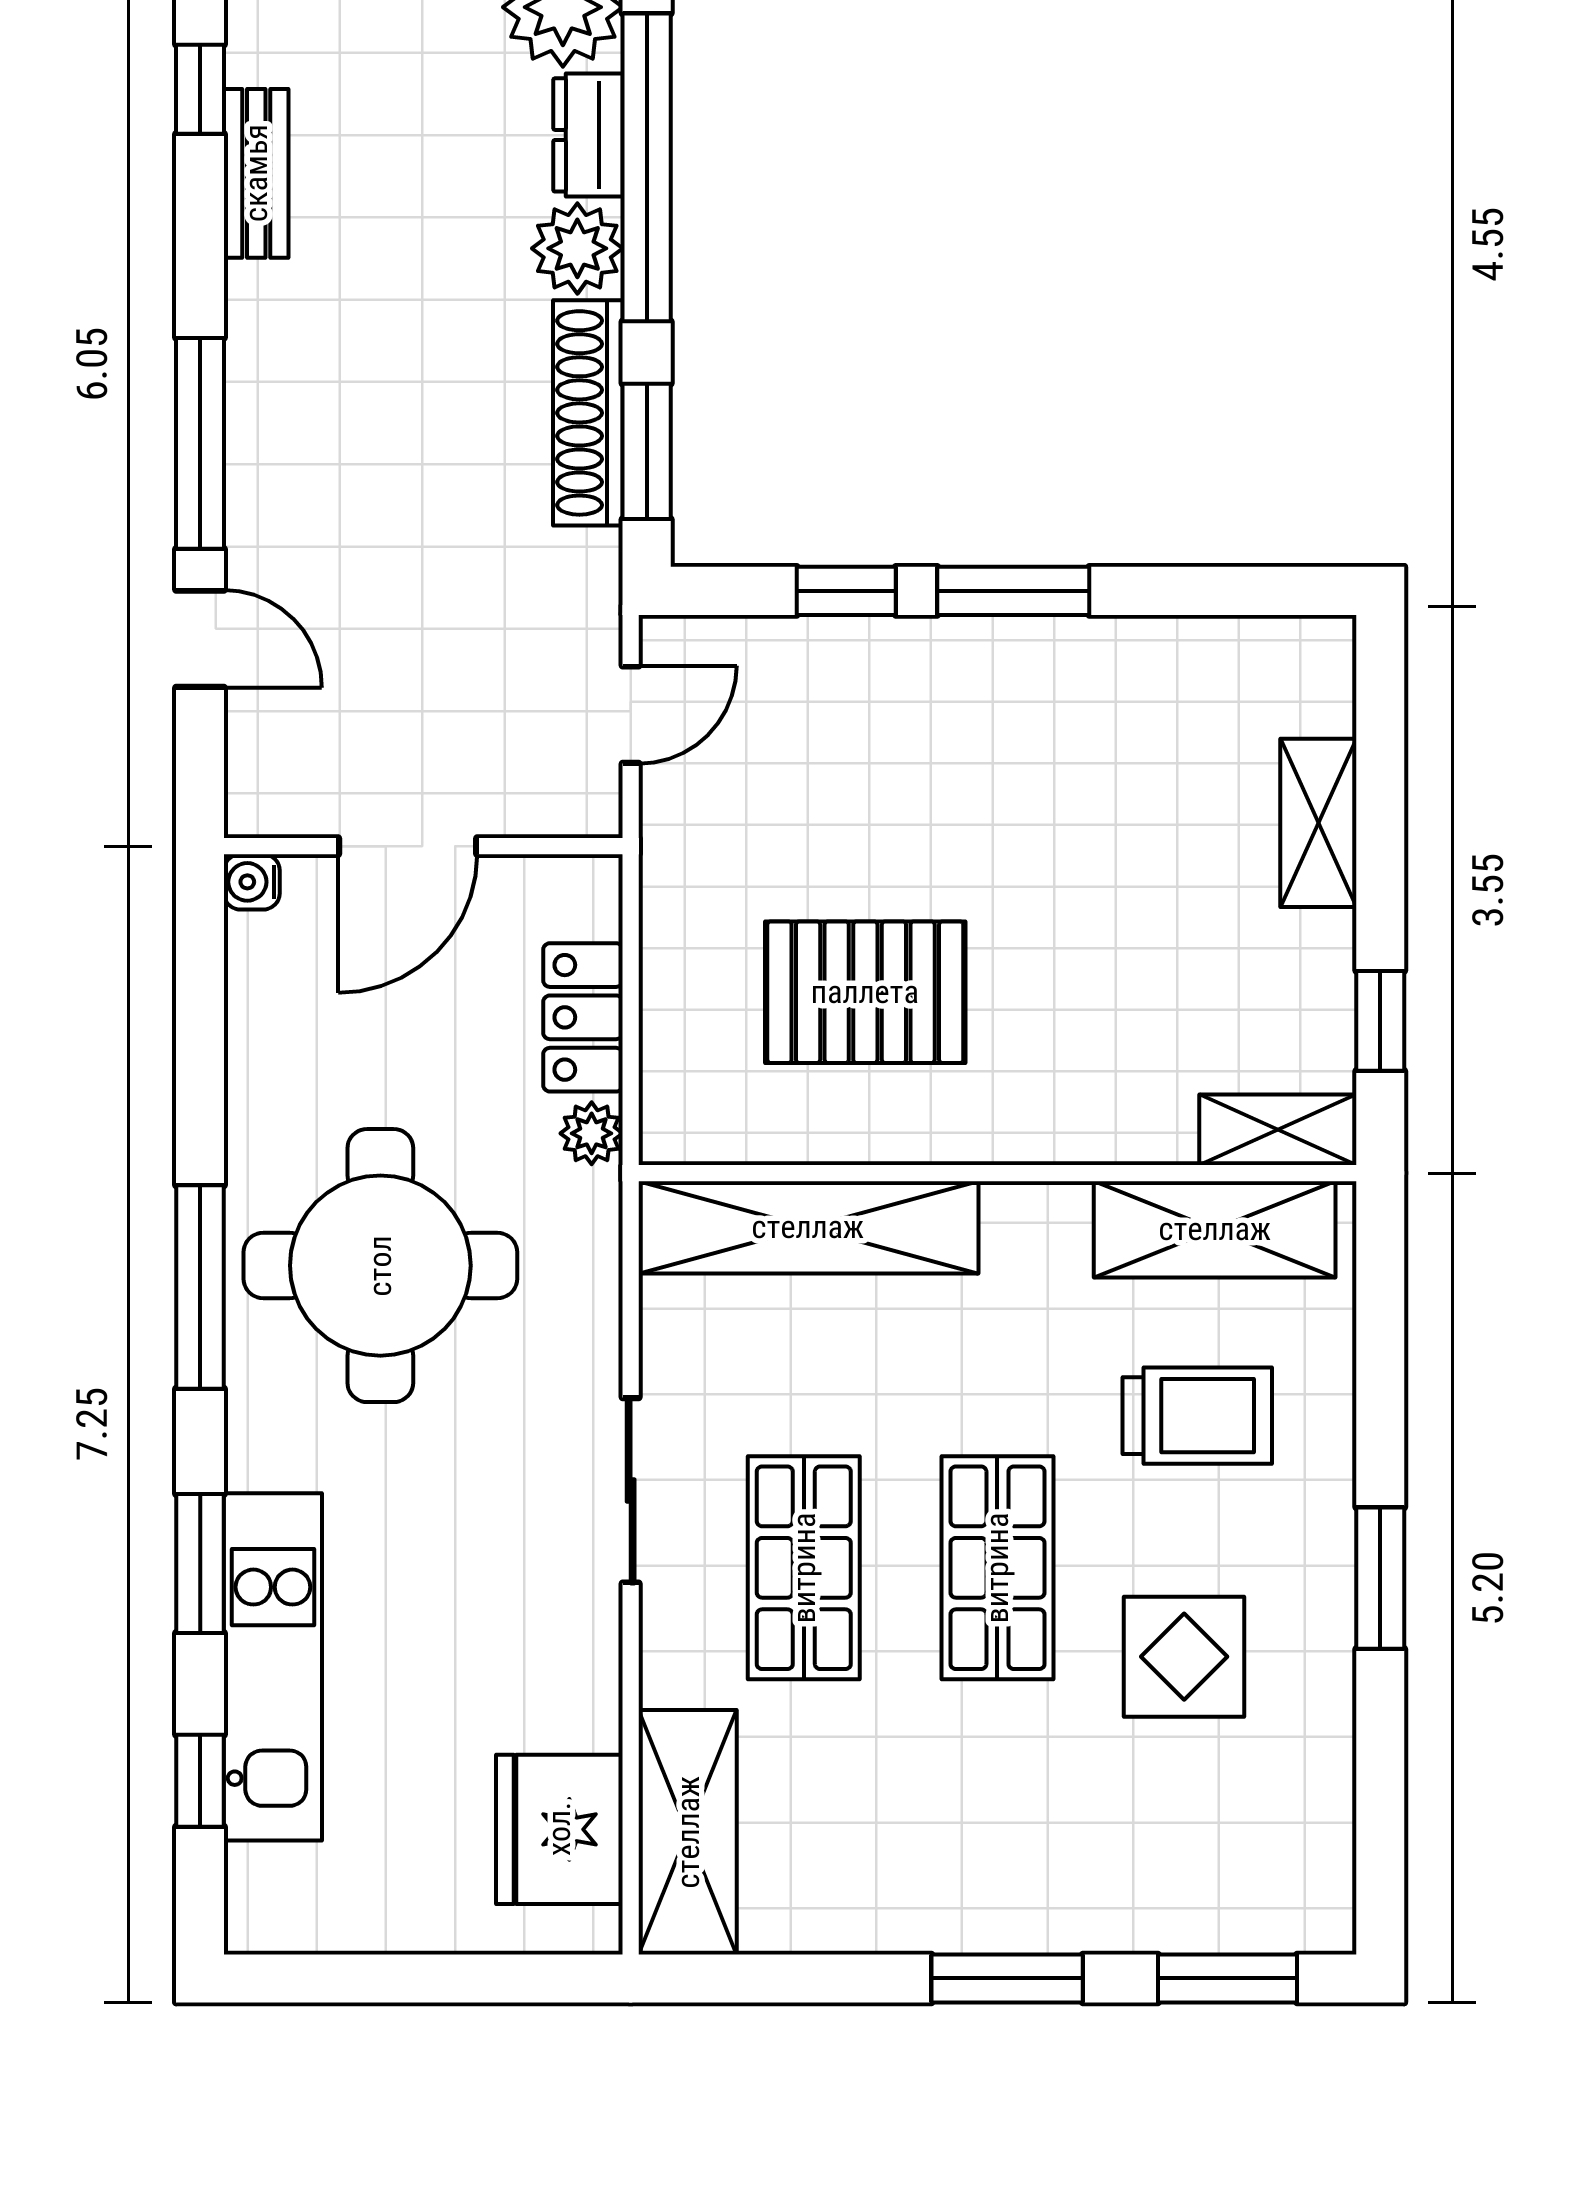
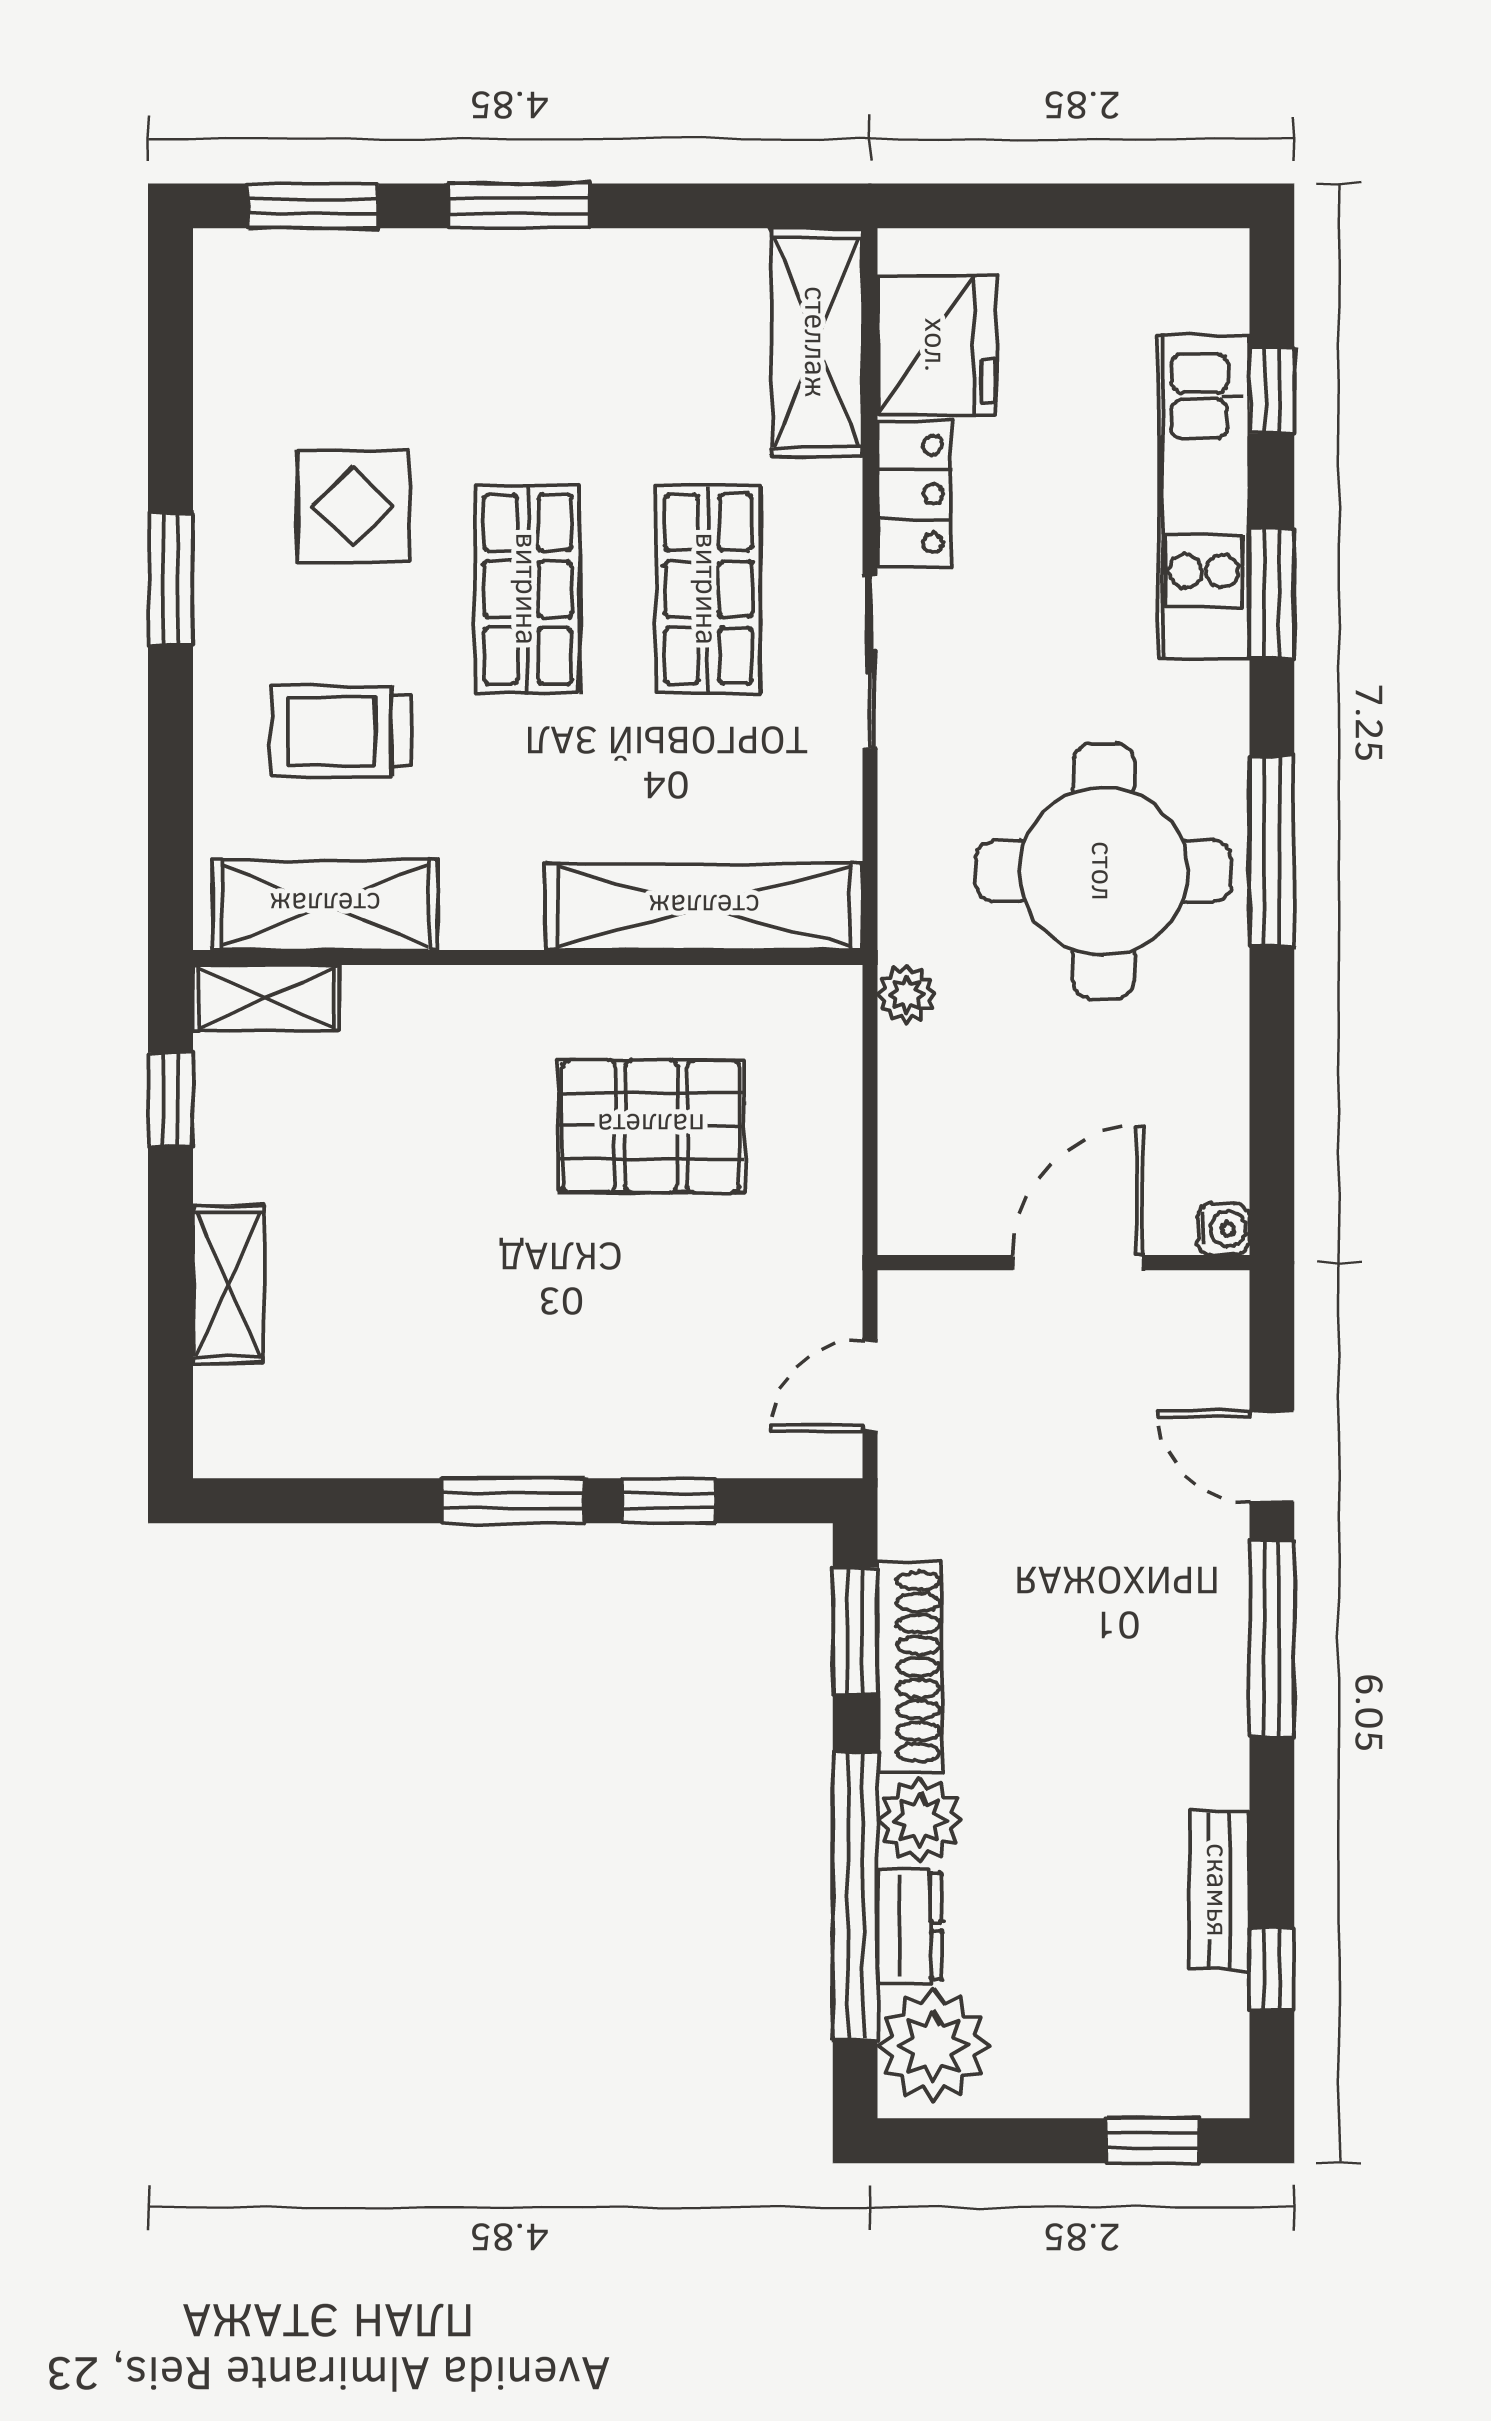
locker: (583, 1017) -> (914, 494), moved

